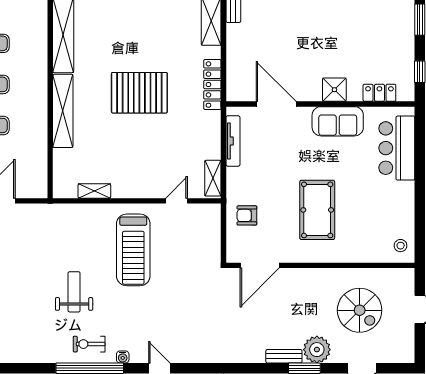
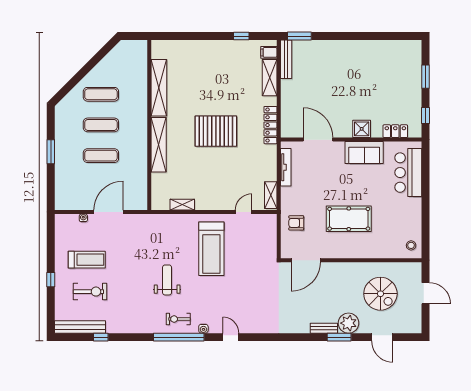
pool table: (317, 210) -> (349, 219), turned 90

